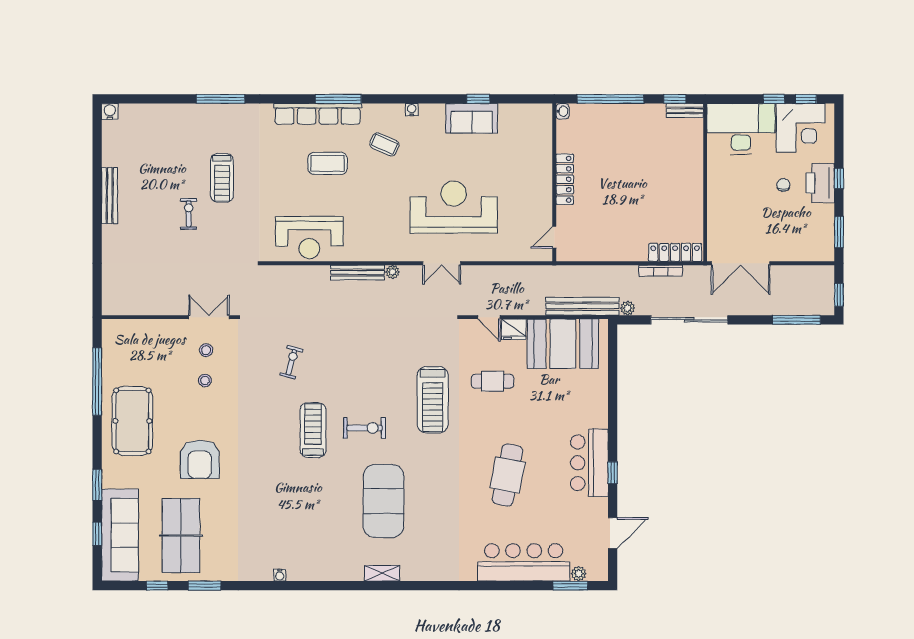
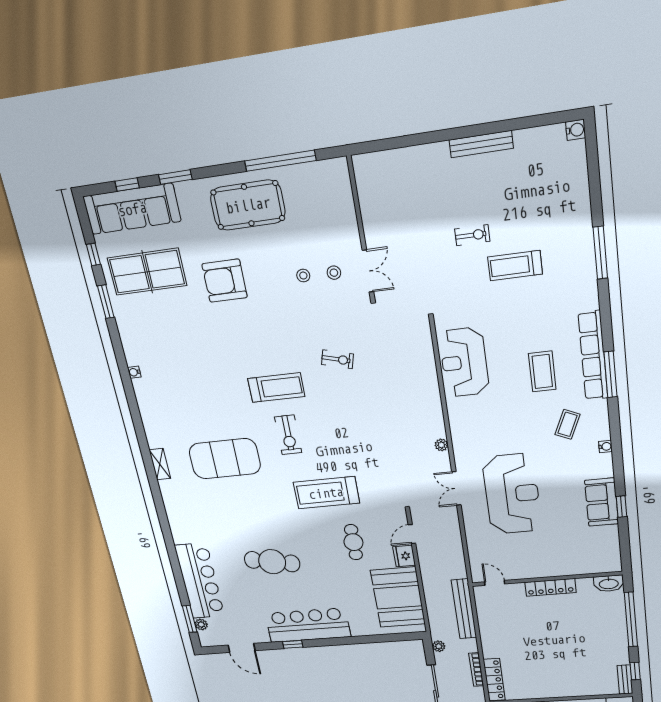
washbasin: (562, 111) -> (609, 583), width x1.91, depth x1.45
bench: (358, 273) -> (436, 412), removed
bench: (582, 306) -> (464, 609), moved
bar counter: (589, 463) -> (308, 625), width x1.36

